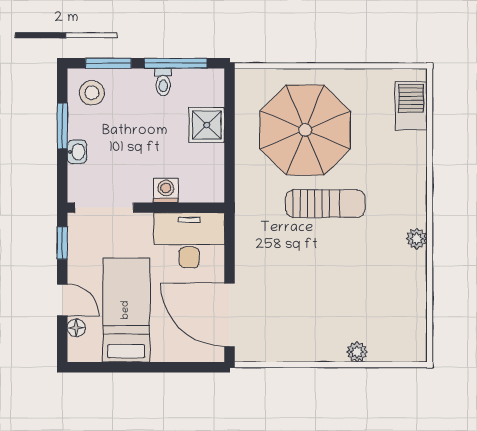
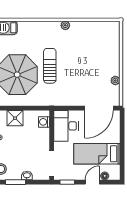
washing machine: (166, 190) -> (44, 122), moved
plant: (357, 352) -> (115, 81), moved

